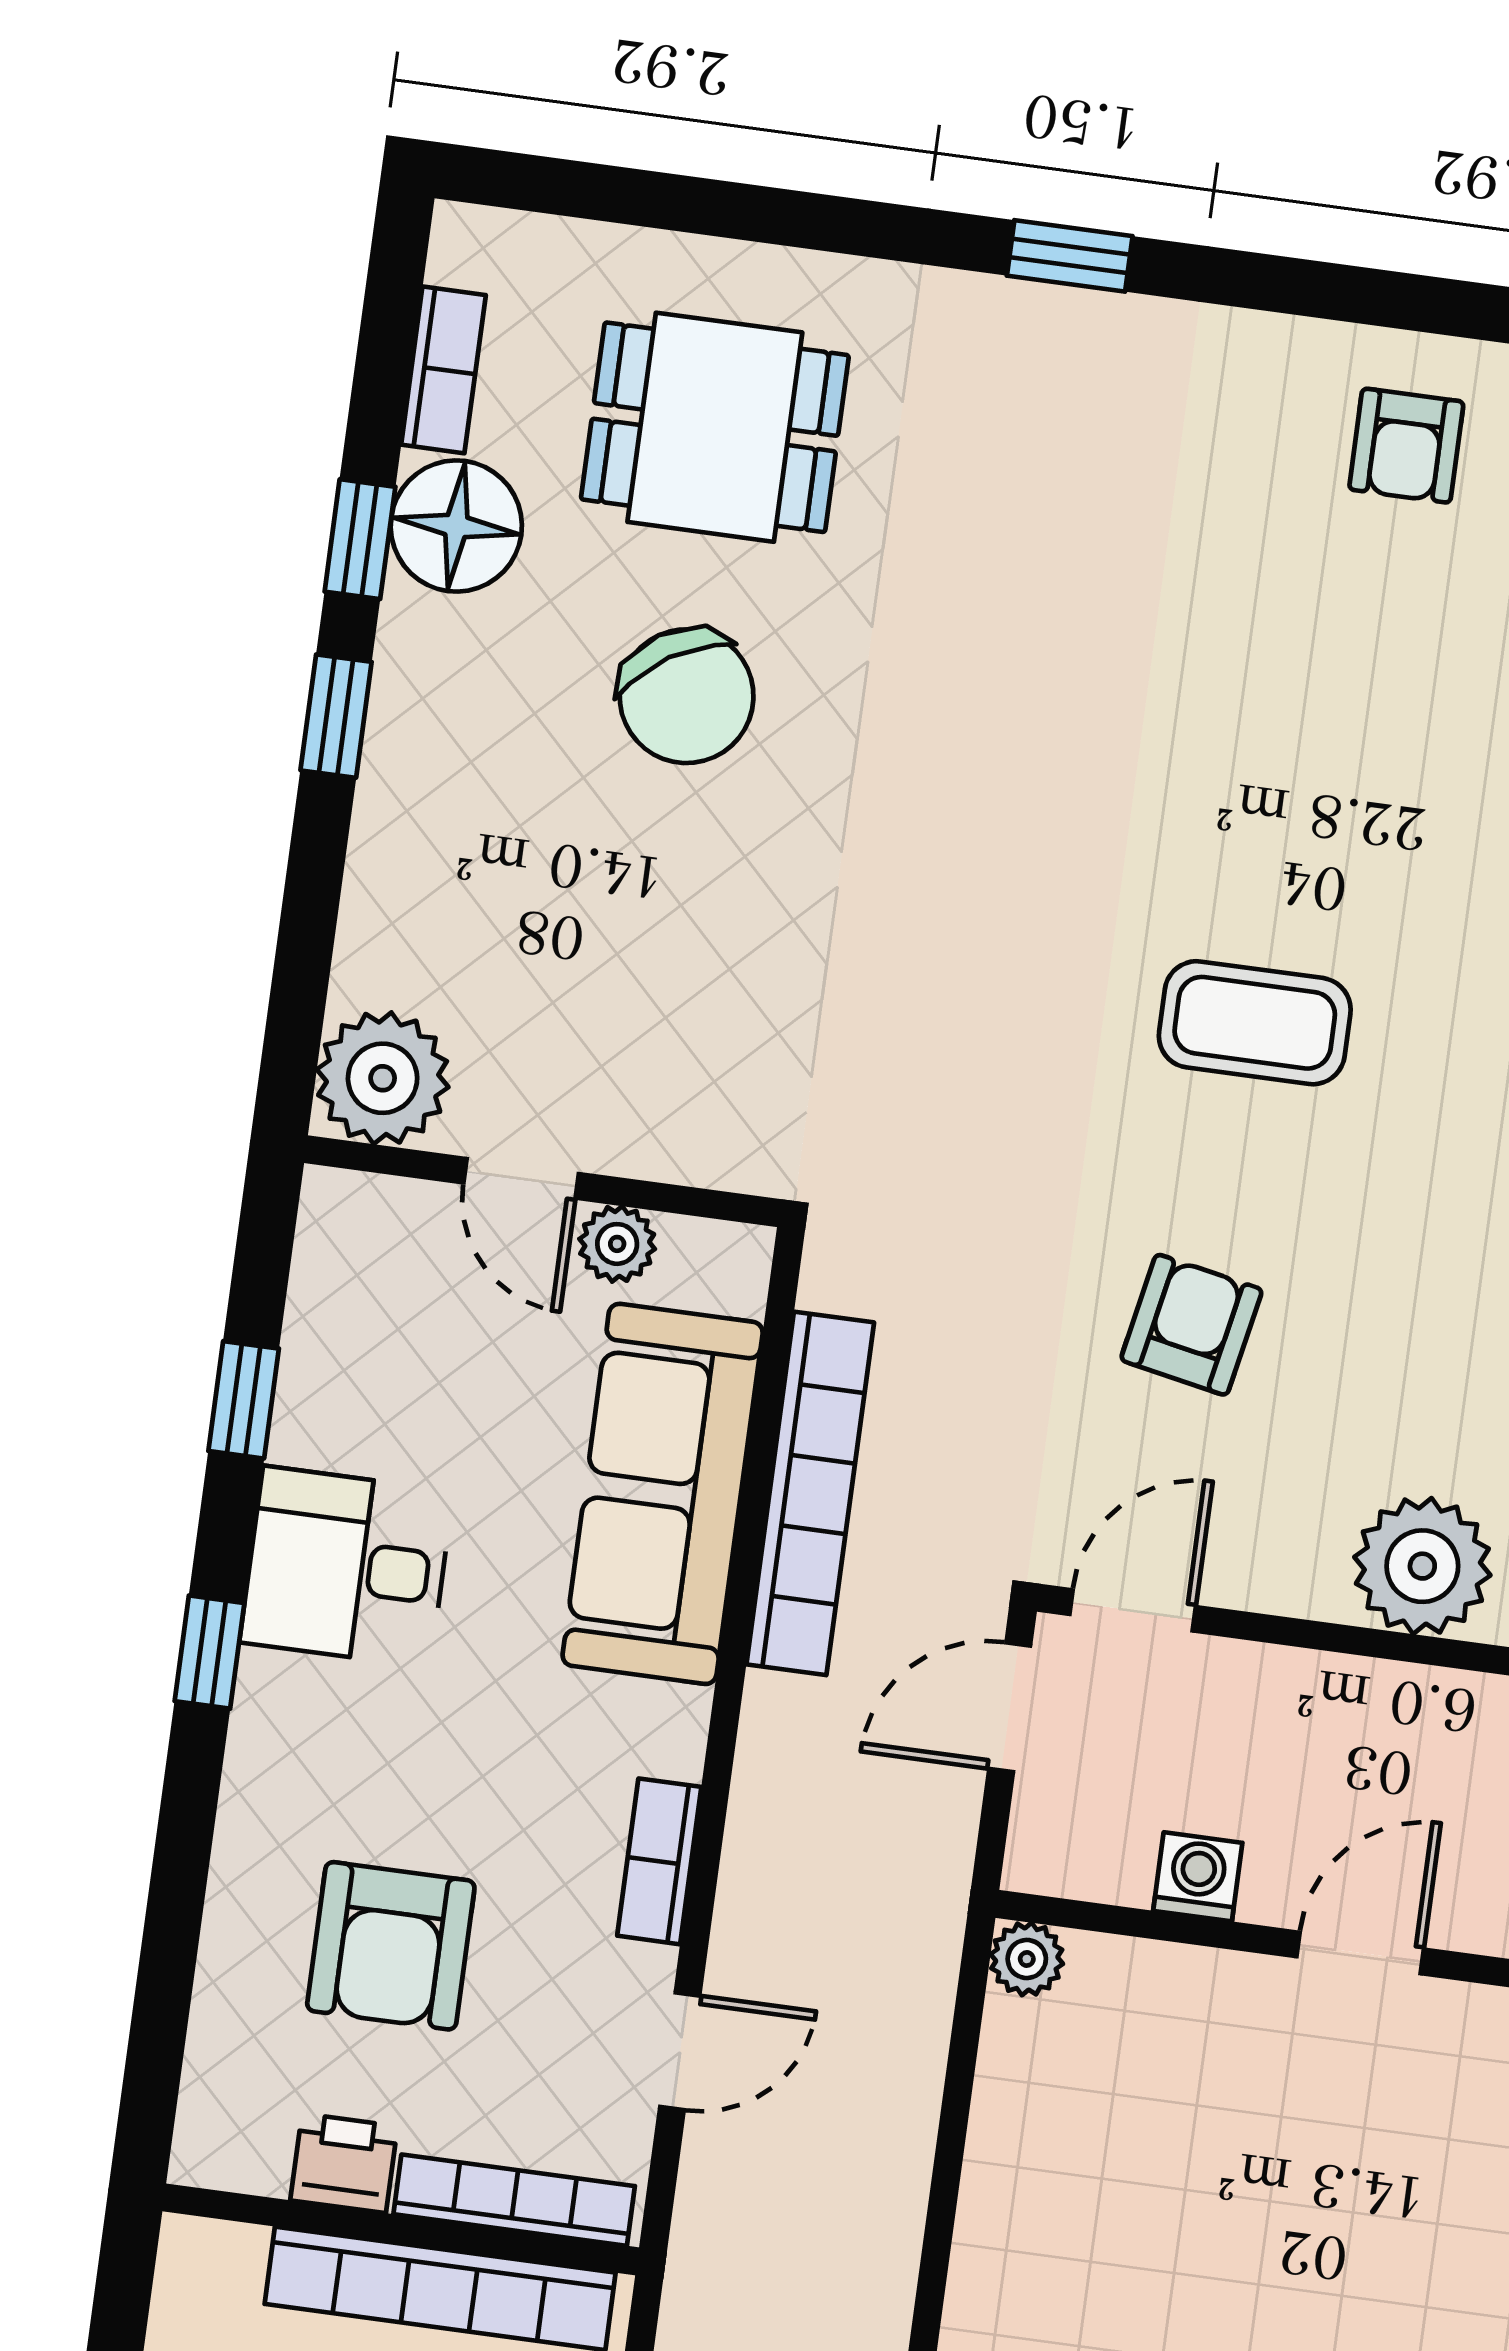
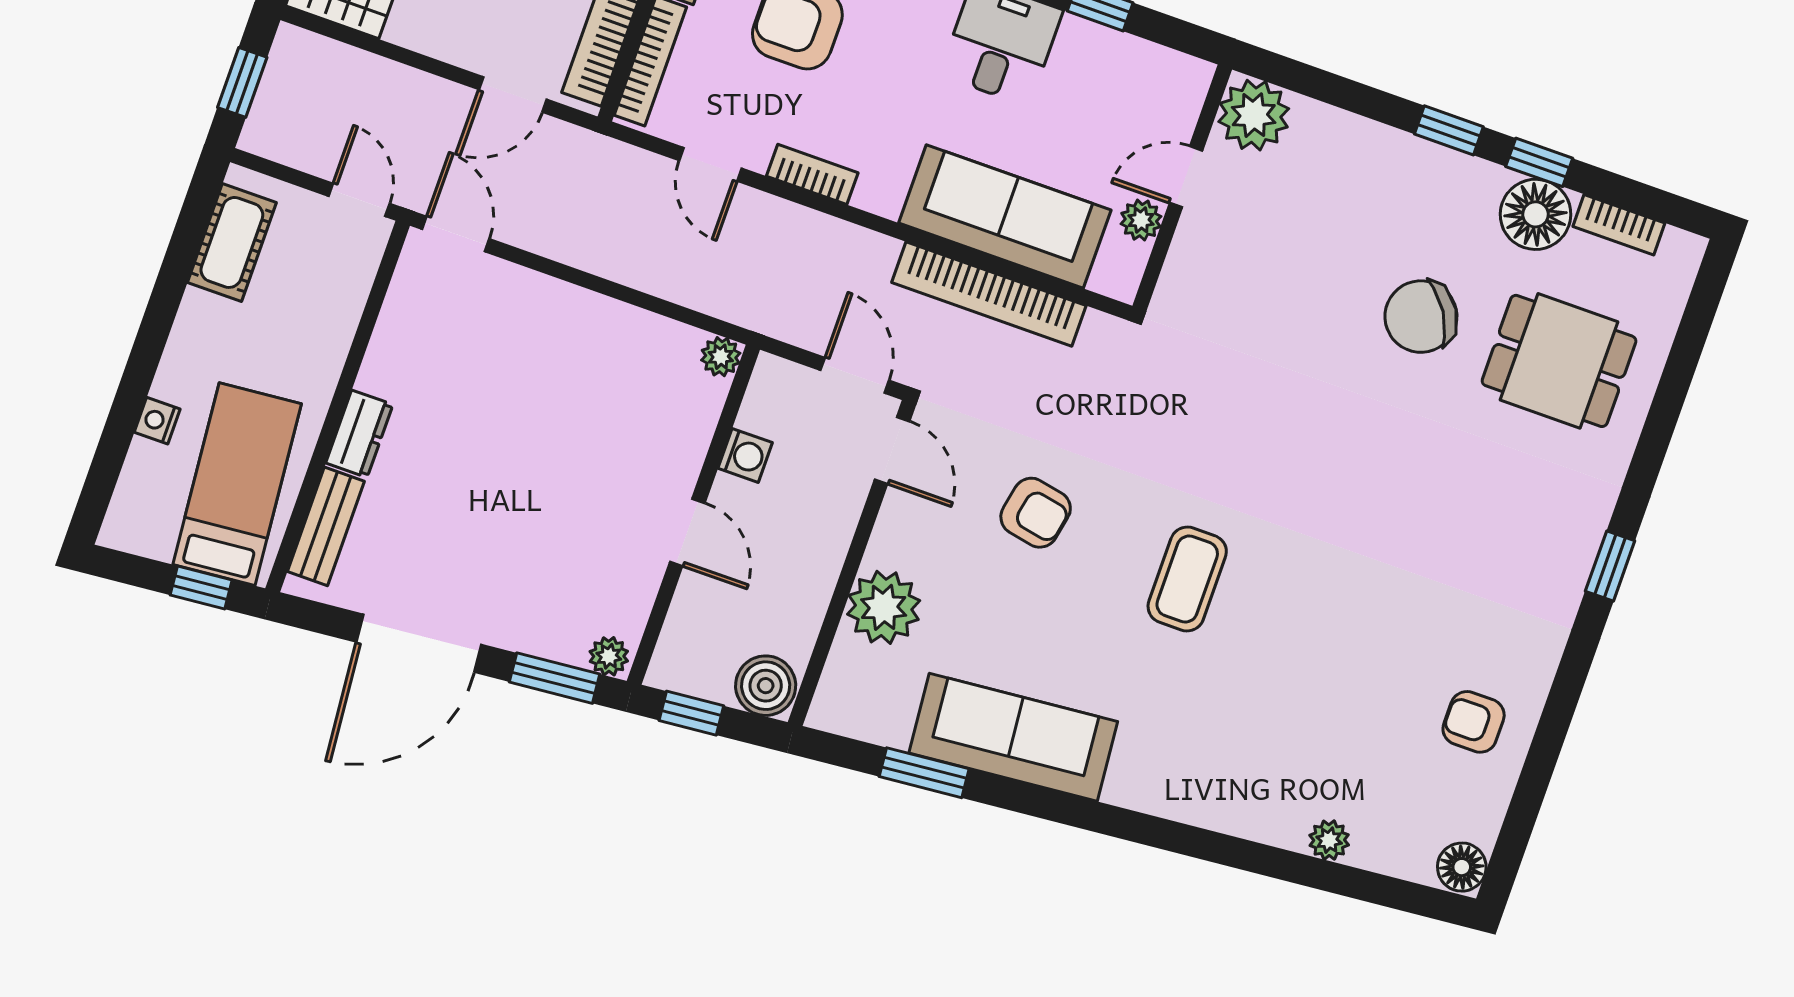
dining table: (715, 427) -> (1559, 361), turned 90

